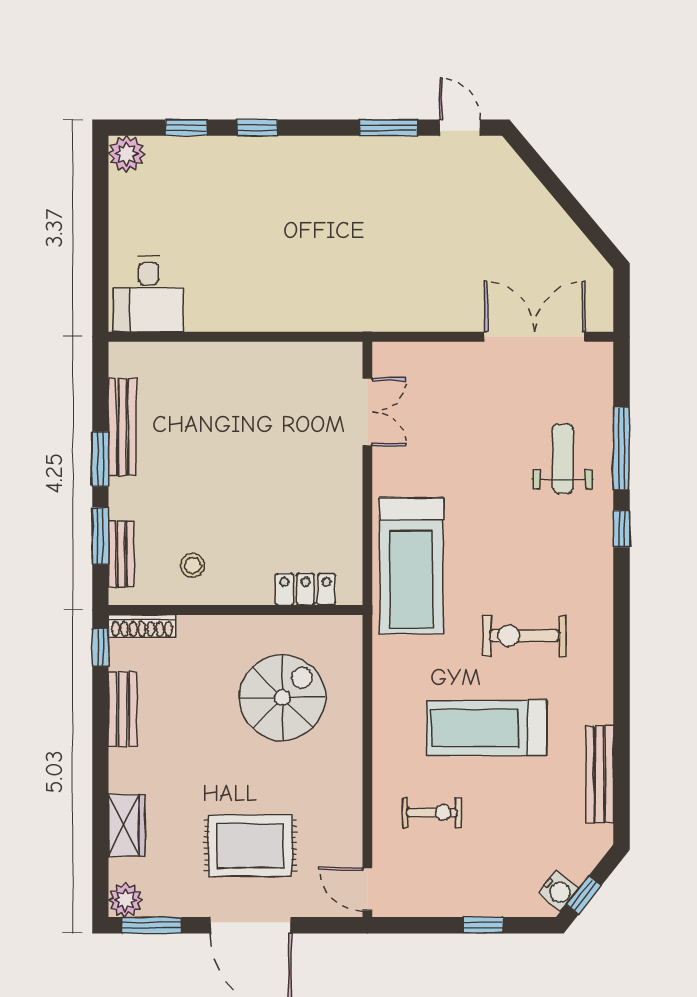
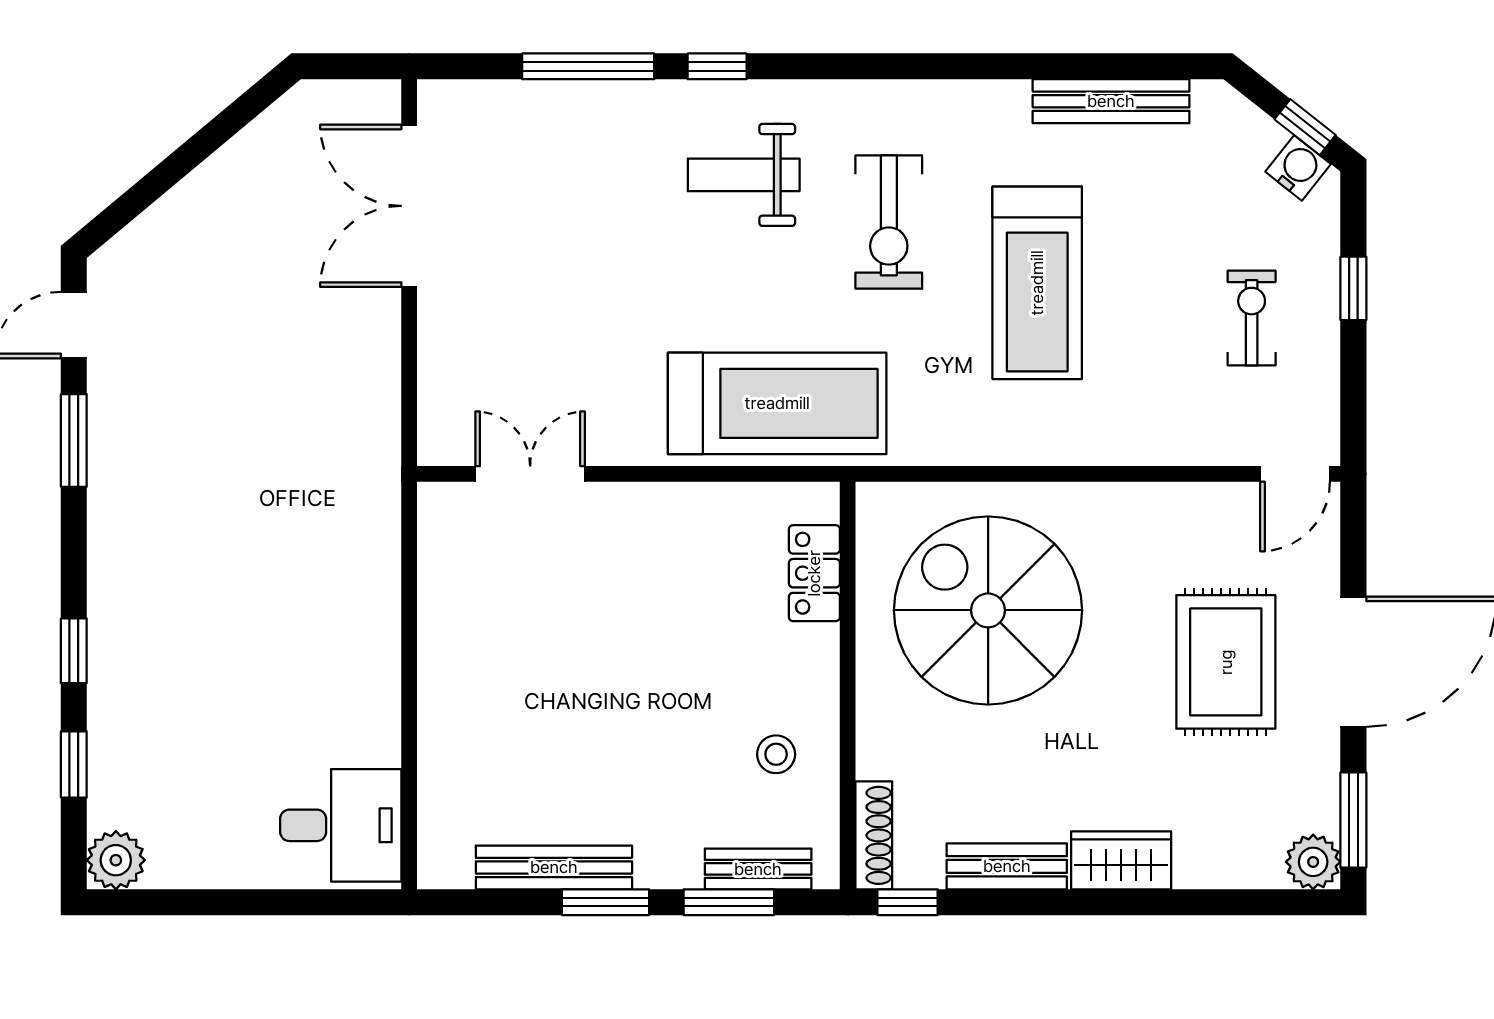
weight bench: (563, 459) -> (744, 175), moved
spiral stairs: (282, 697) -> (988, 610), width x1.37, depth x1.37
exercise bike: (432, 813) -> (1252, 318), moved
wardrobe: (127, 825) -> (1121, 860), moved

